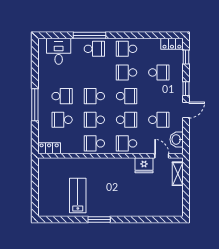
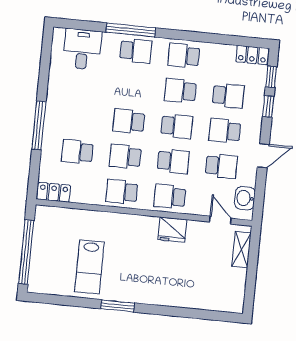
window: (186, 89) -> (268, 106), moved
school desk: (62, 96) -> (225, 131), moved, turned 180
fridge: (144, 165) -> (172, 230), moved
window: (35, 190) -> (26, 252), added
lab bench: (78, 196) -> (89, 267), turned 180

